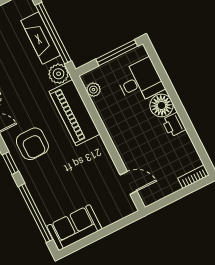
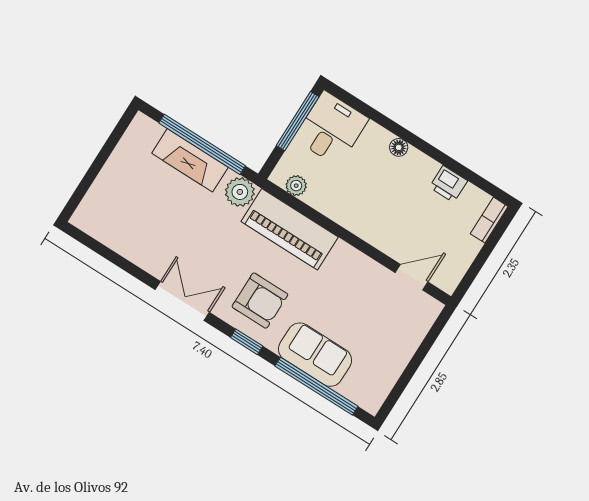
desk: (140, 81) -> (331, 129), moved
floor lamp: (161, 105) -> (399, 147), width x0.53, depth x0.53
printer: (174, 125) -> (448, 184), moved
sofa: (74, 228) -> (315, 355), moved, turned 90

